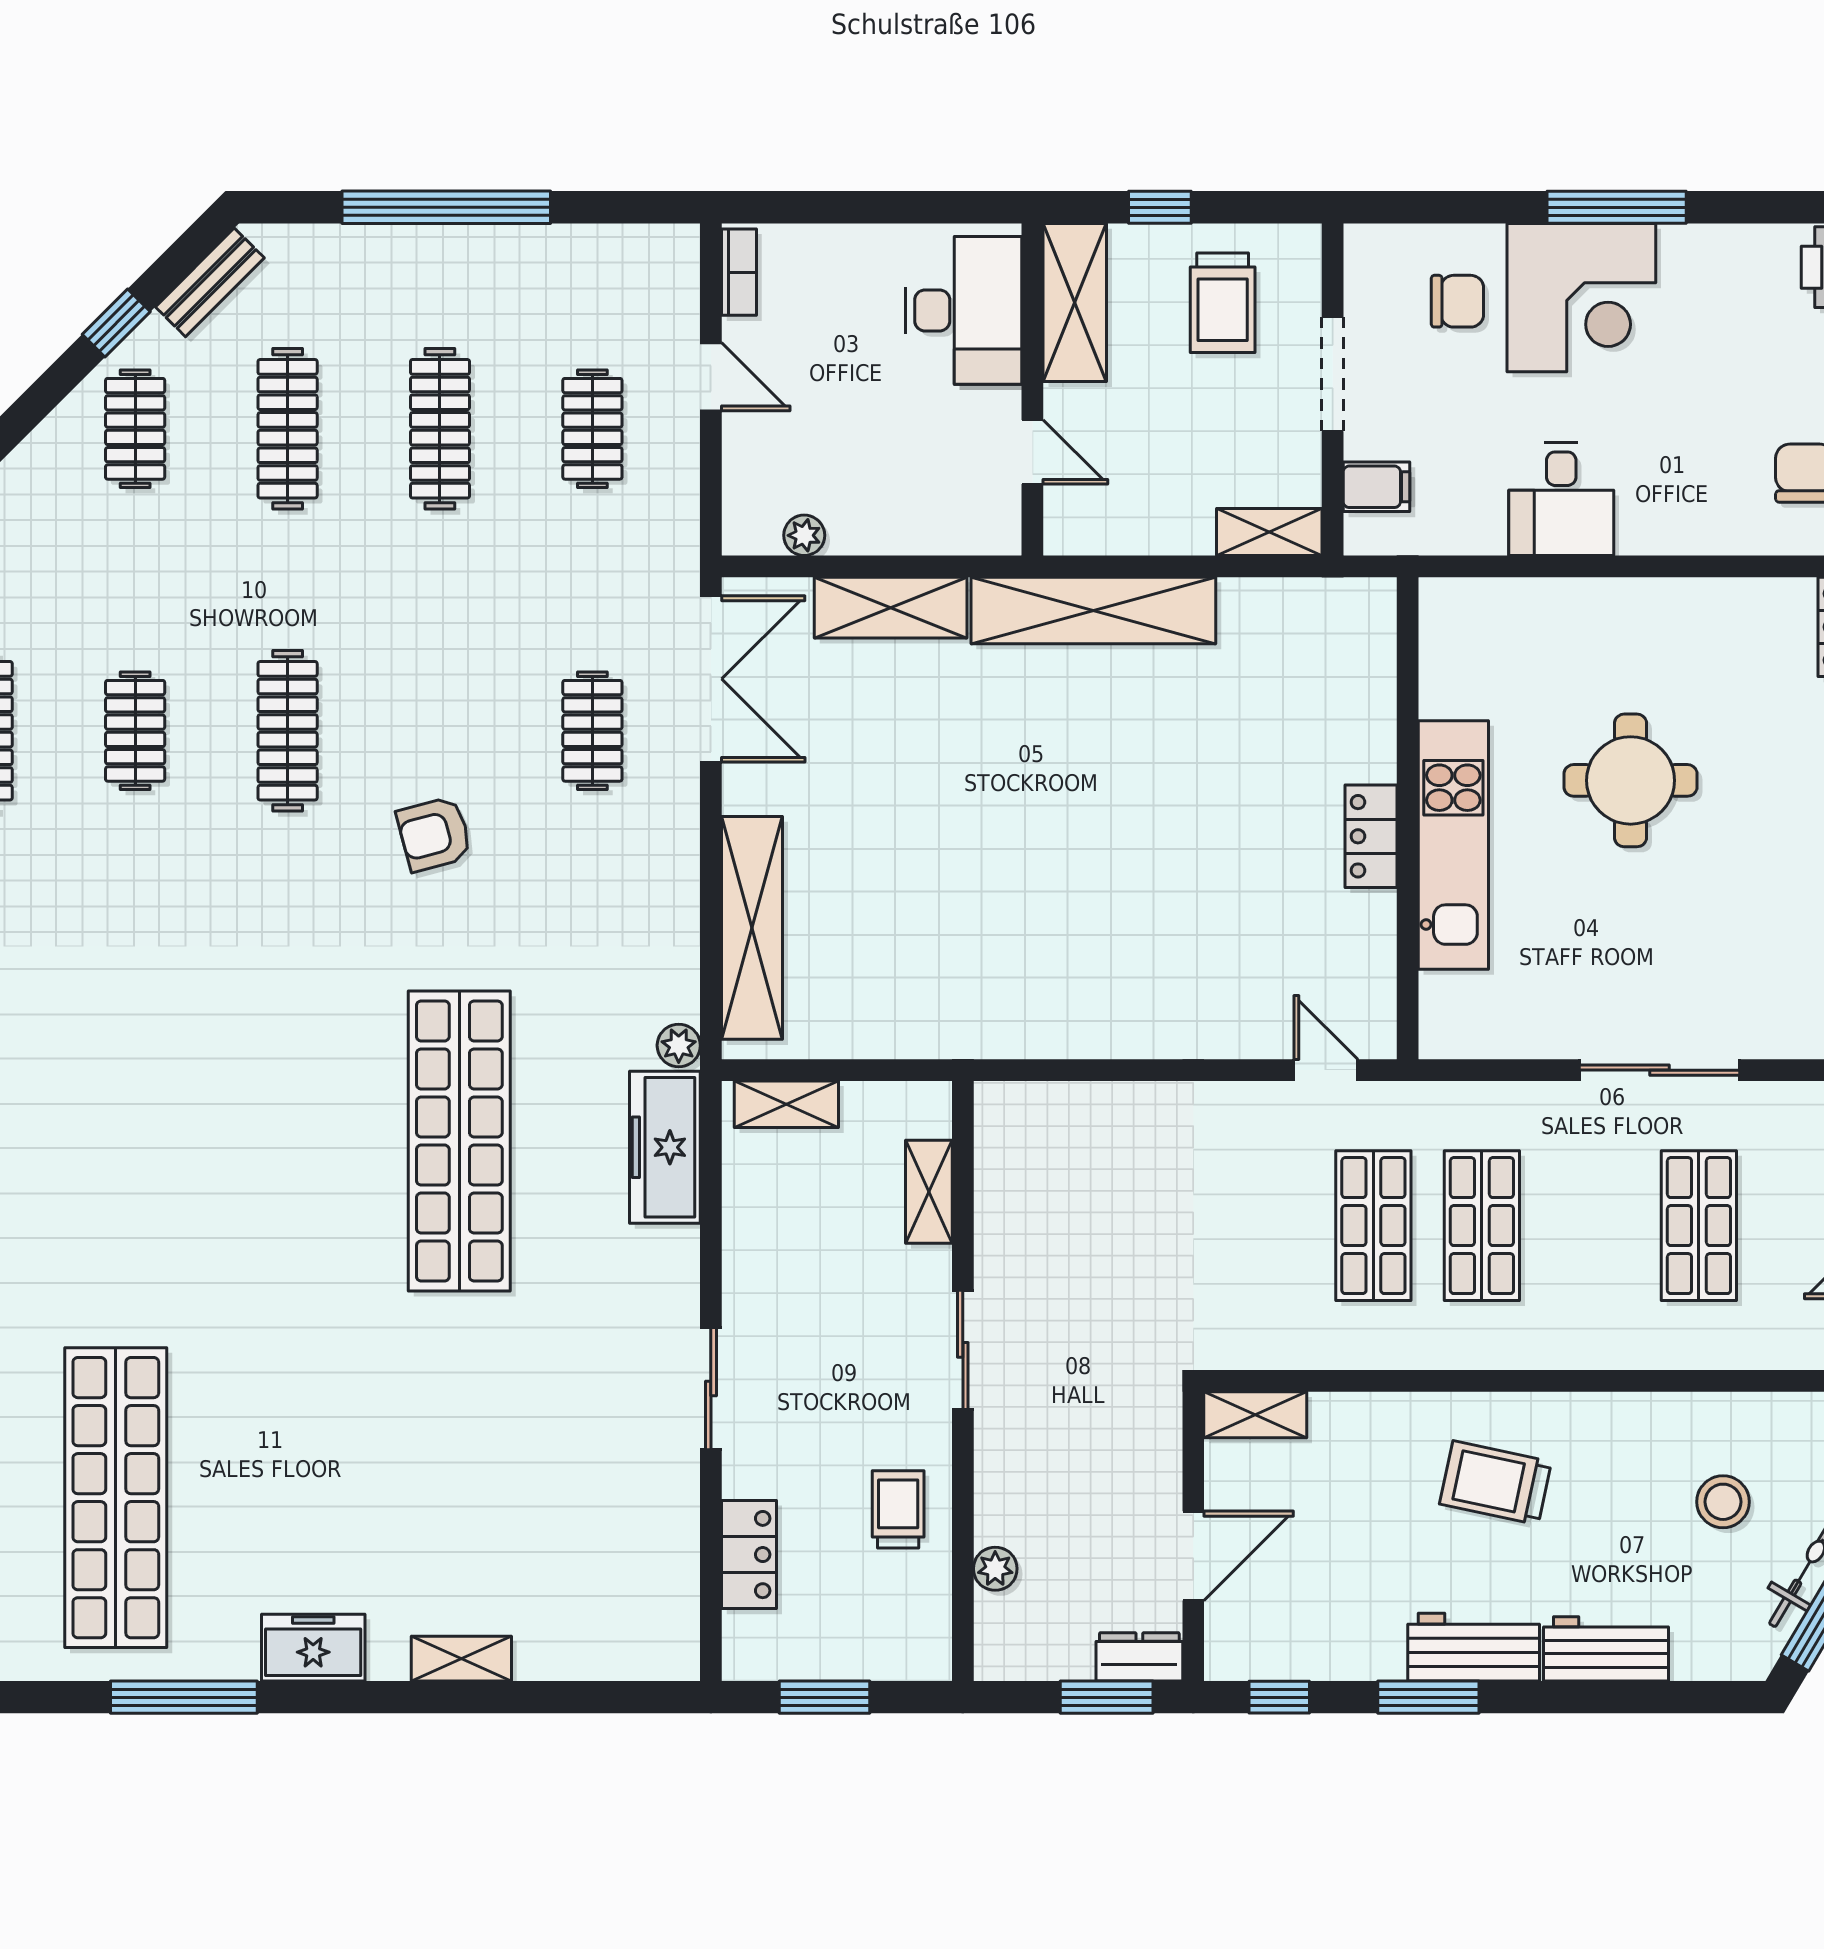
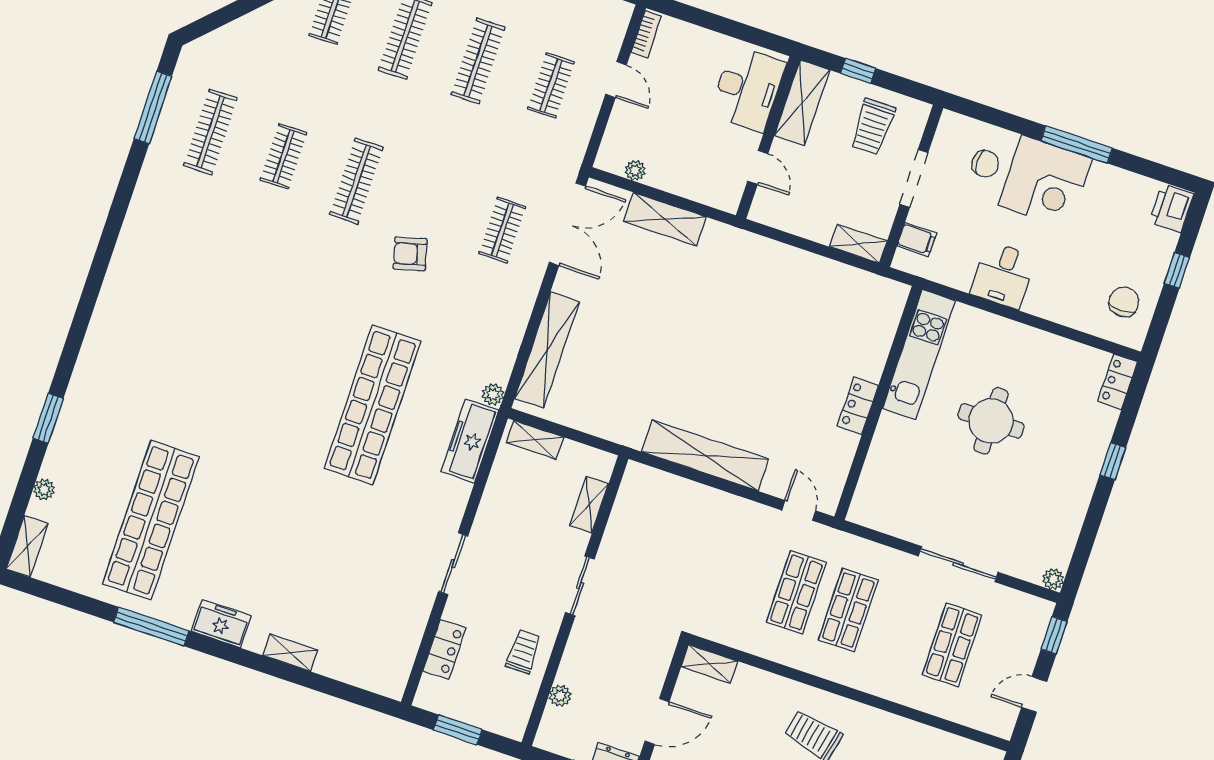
shelving: (1093, 610) -> (705, 455), moved
kitchen unit: (1453, 845) -> (919, 355), moved

